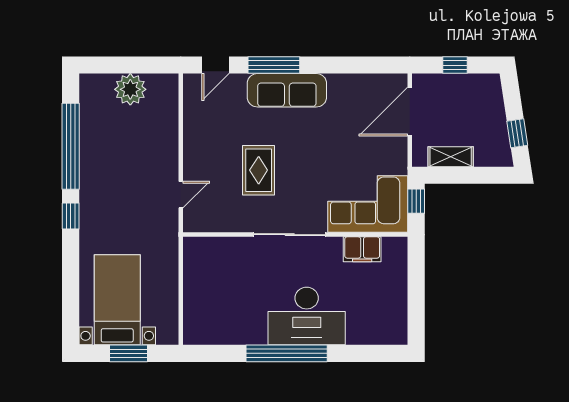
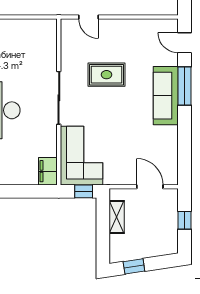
door: (410, 112) -> (150, 187), width x0.73
filing cabinet: (362, 249) -> (48, 171), moved

